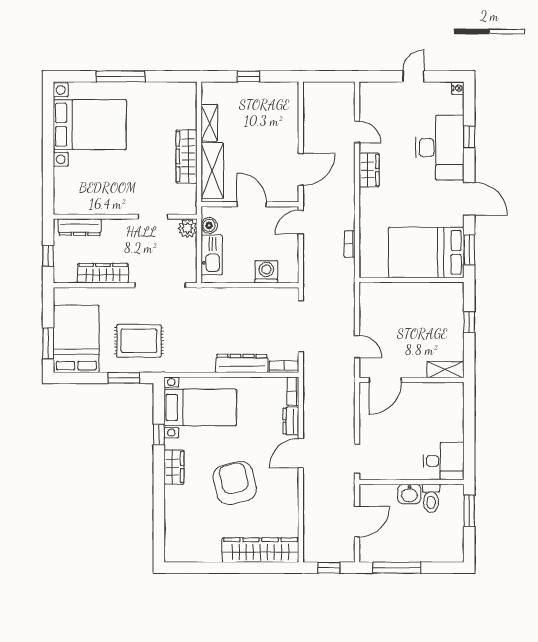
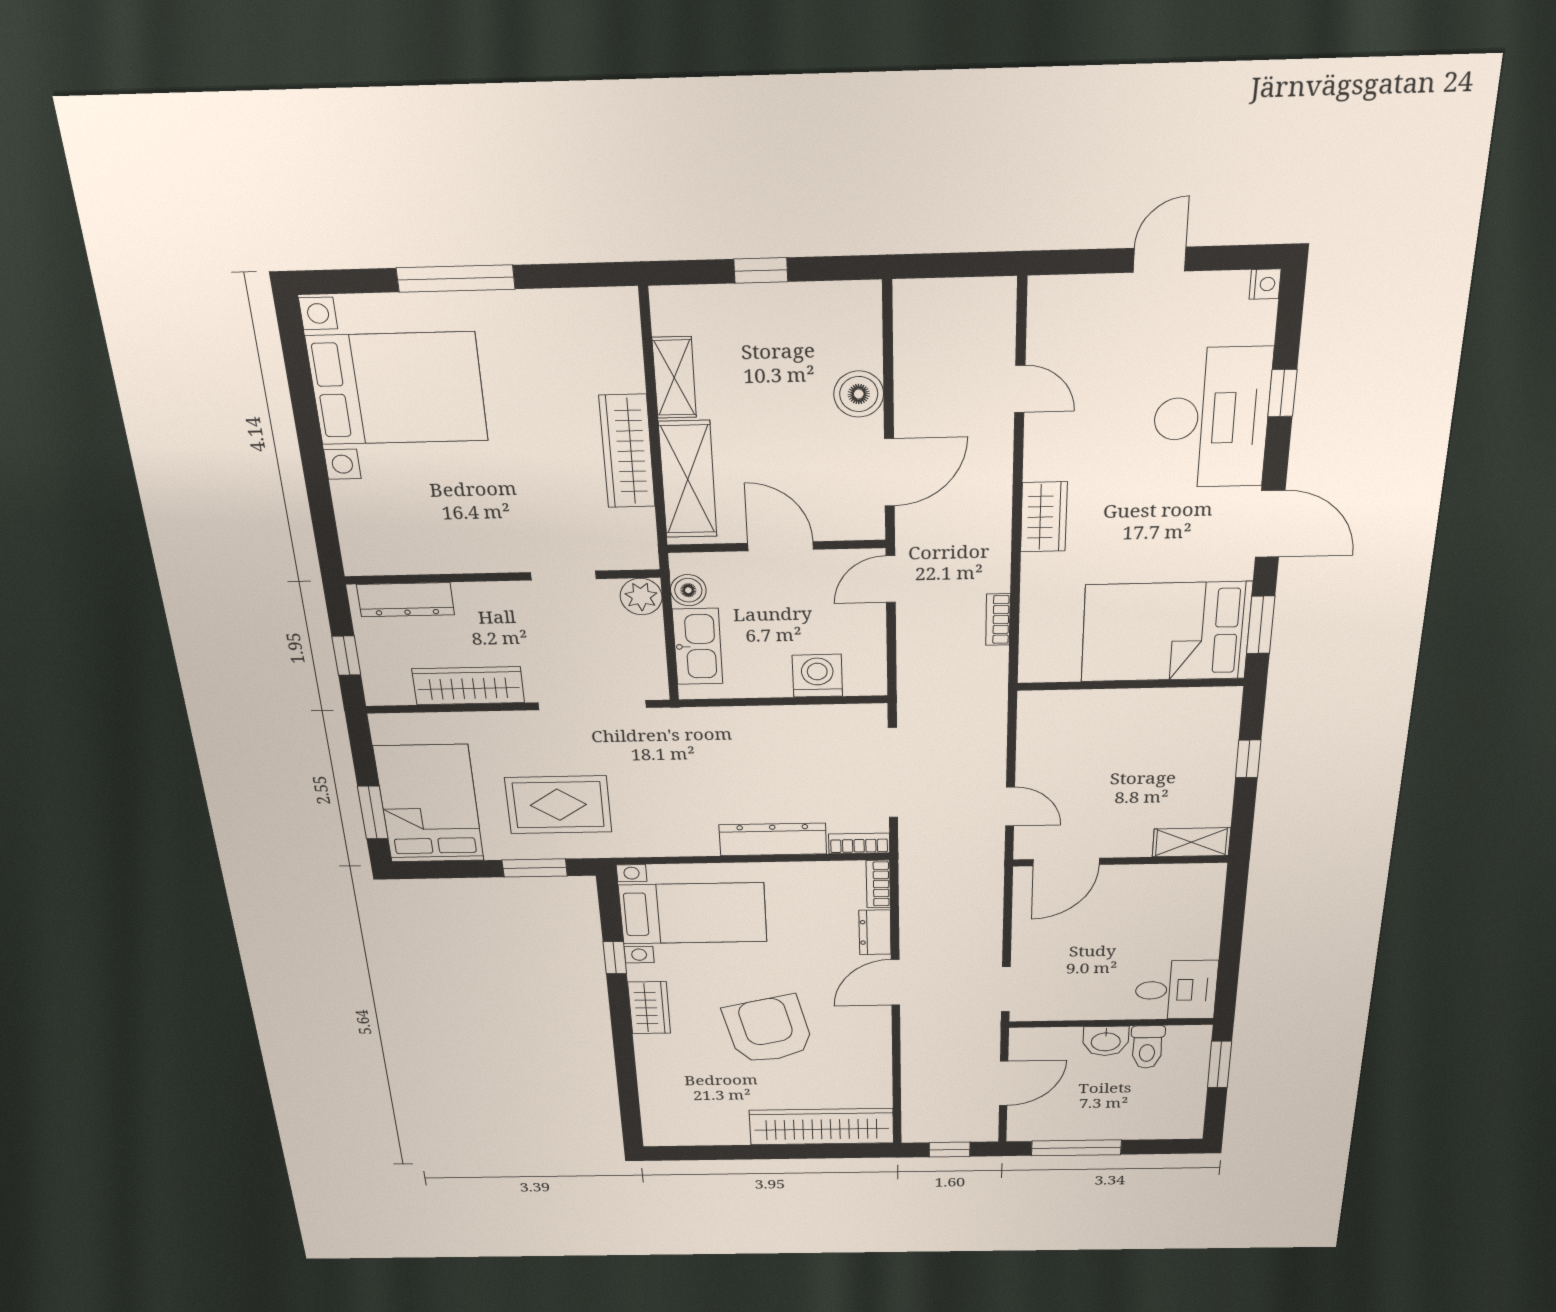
boiler: (288, 132) -> (859, 394), added
wardrobe: (369, 170) -> (1044, 517), moved

